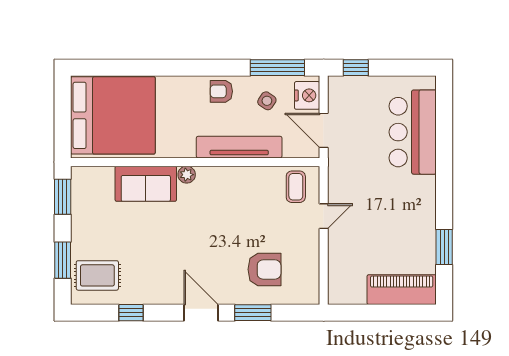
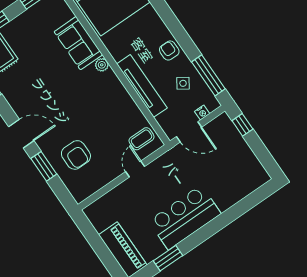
nightstand: (307, 95) -> (202, 113), width x0.53, depth x0.56
door: (324, 130) -> (189, 132), swing flipped
bar counter: (413, 132) -> (185, 217), moved
door: (324, 216) -> (135, 169), swing flipped
door: (201, 313) -> (21, 134), hinge flipped

